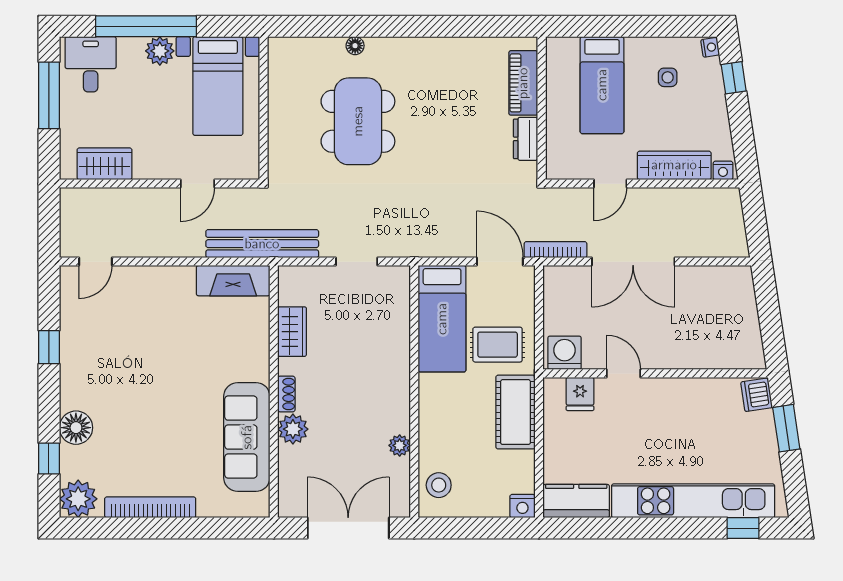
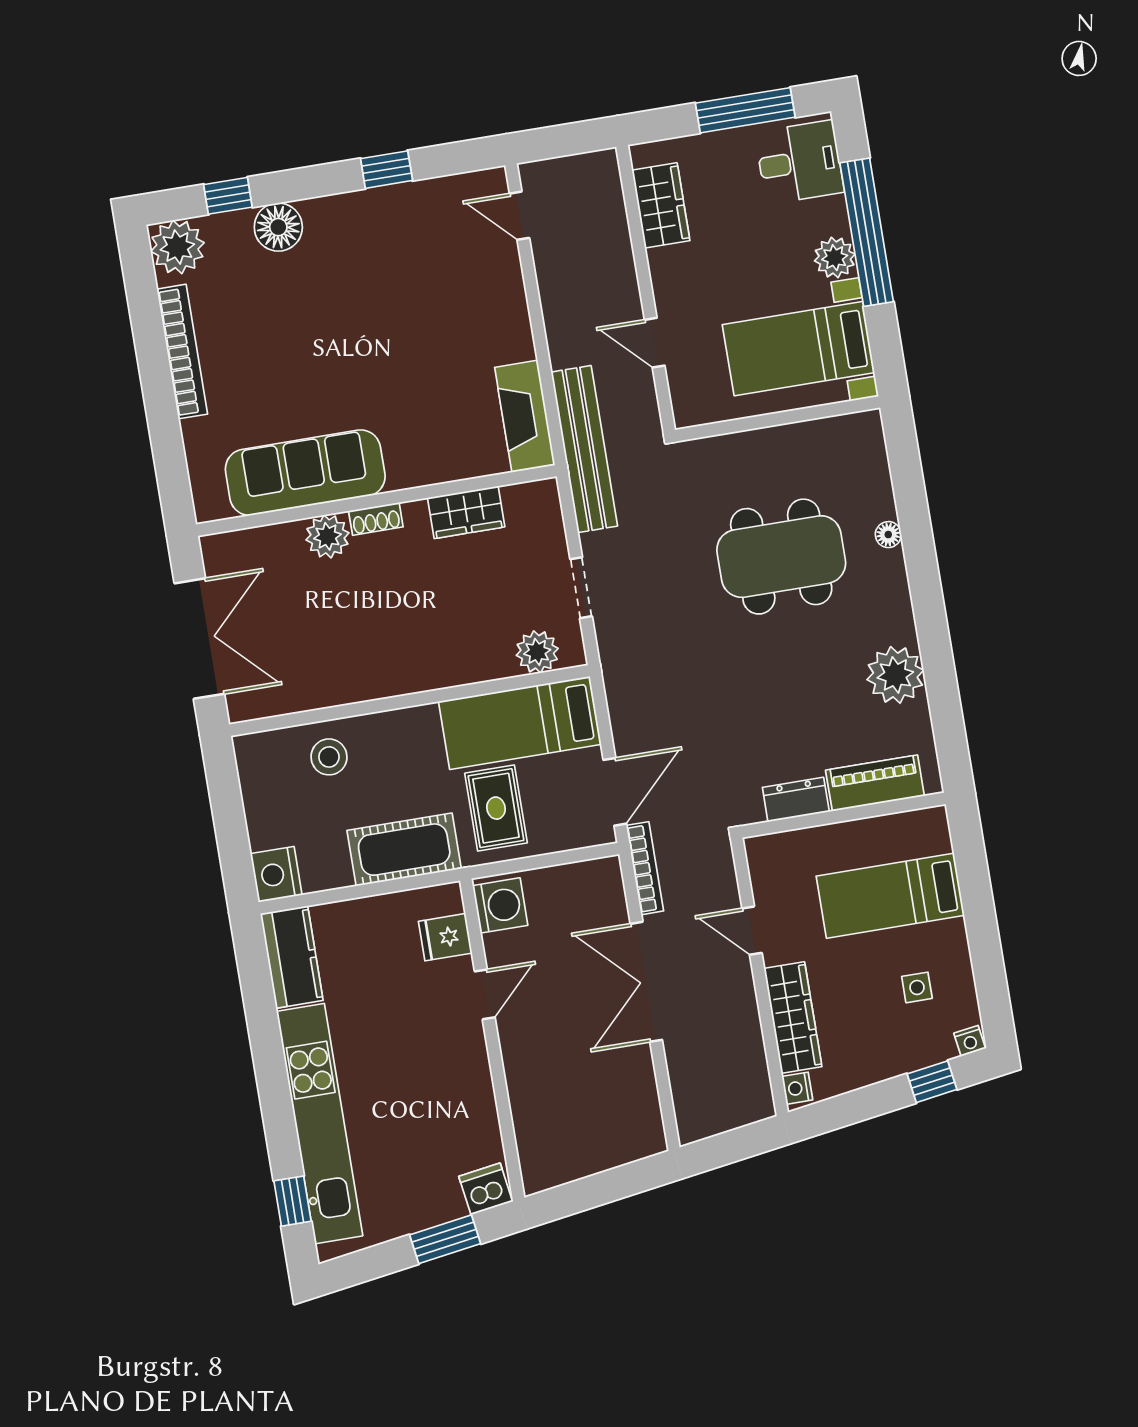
plant: (452, 57) -> (895, 675), added
plant: (400, 445) -> (537, 652), moved, width x1.38, depth x1.38
stool: (439, 485) -> (329, 757), moved
nightstand: (522, 506) -> (276, 874), width x1.36, depth x1.33

